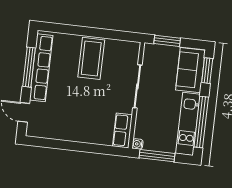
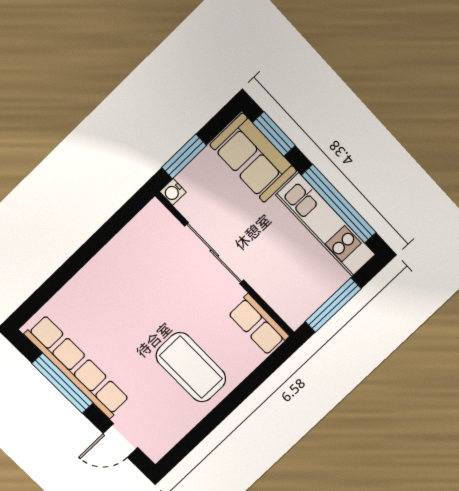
coffee table: (91, 58) -> (191, 367), moved
water cooler: (138, 144) -> (173, 192), moved

